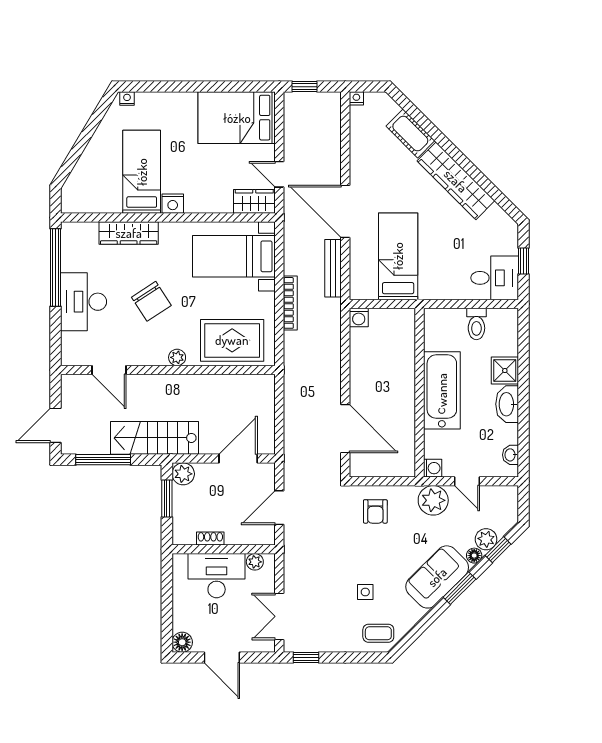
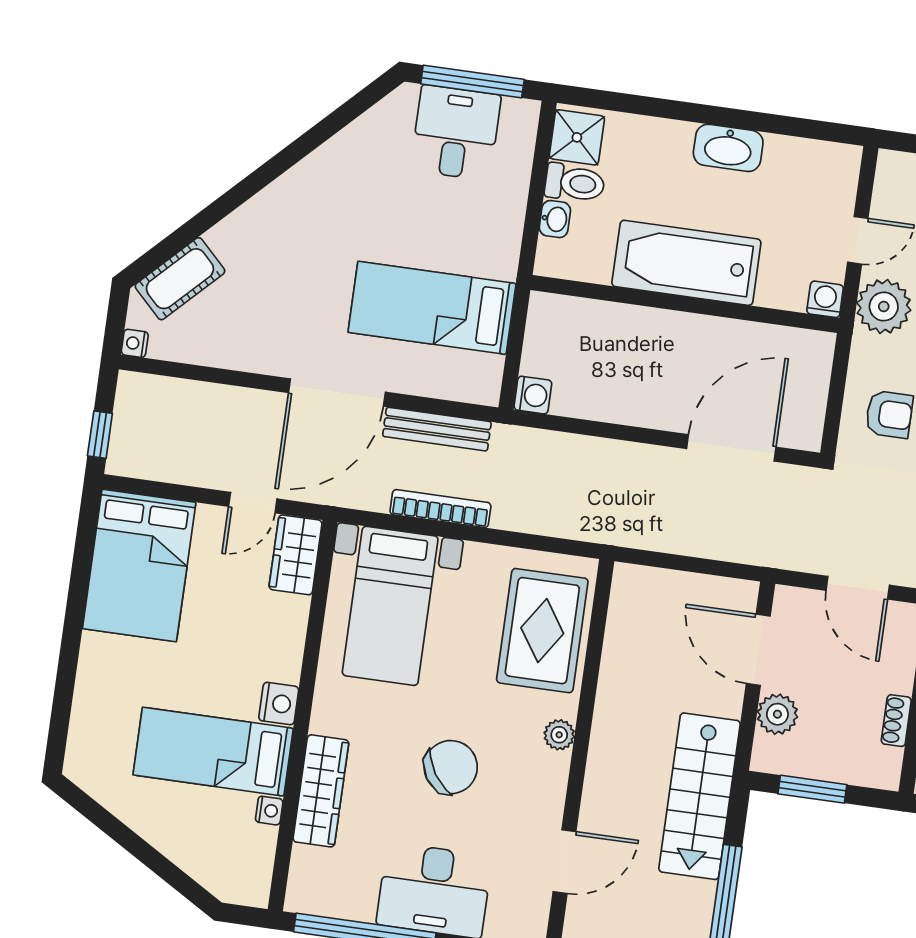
nightstand: (127, 98) -> (269, 811), moved, turned 180
cot: (410, 133) -> (180, 279), moved
wardrobe: (456, 181) -> (310, 184), removed
window: (524, 261) -> (472, 82), width x2.17
desk: (495, 278) -> (456, 133), moved
bookcase: (290, 303) -> (440, 509), moved
shower: (505, 371) -> (577, 137), moved
washbasin: (511, 455) -> (555, 219), moved, turned -90
plant: (183, 474) -> (777, 714), moved

